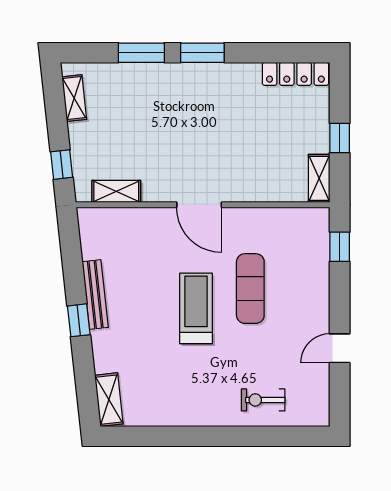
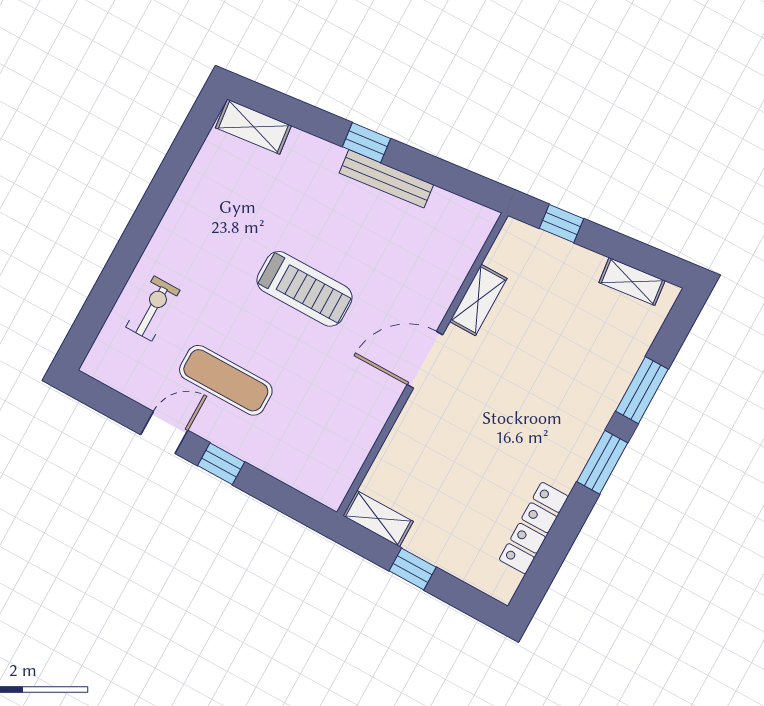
locker: (295, 74) -> (534, 528), moved
shelving: (116, 191) -> (478, 300), moved
window: (340, 247) -> (221, 464), moved
exercise mat: (250, 289) -> (226, 380), moved
door: (340, 348) -> (164, 432), hinge flipped

